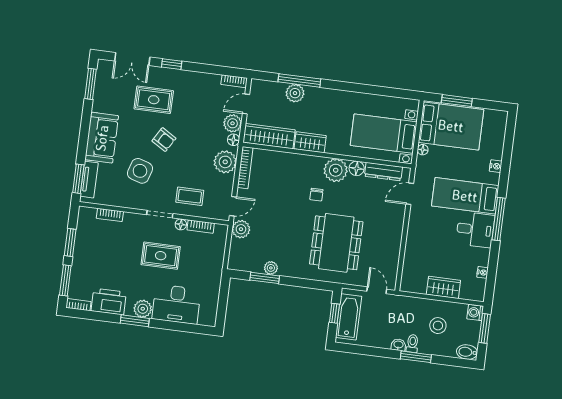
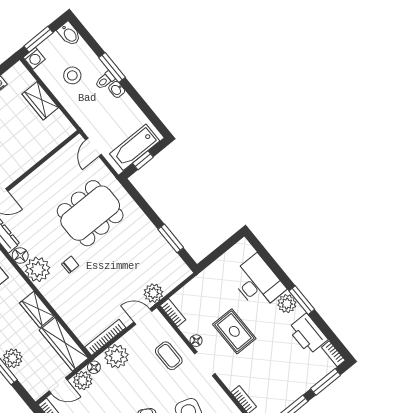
bookcase: (201, 227) -> (173, 313), moved
plant: (271, 268) -> (159, 242), removed

